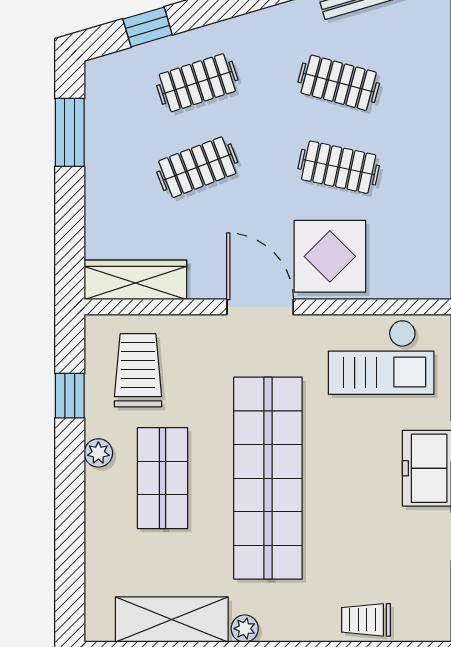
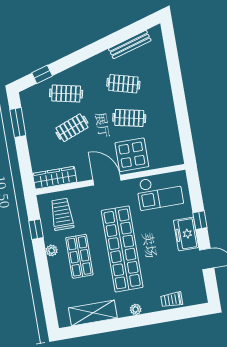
clothes rail: (197, 83) -> (66, 93), turned 30
plant: (245, 629) -> (136, 309), moved

